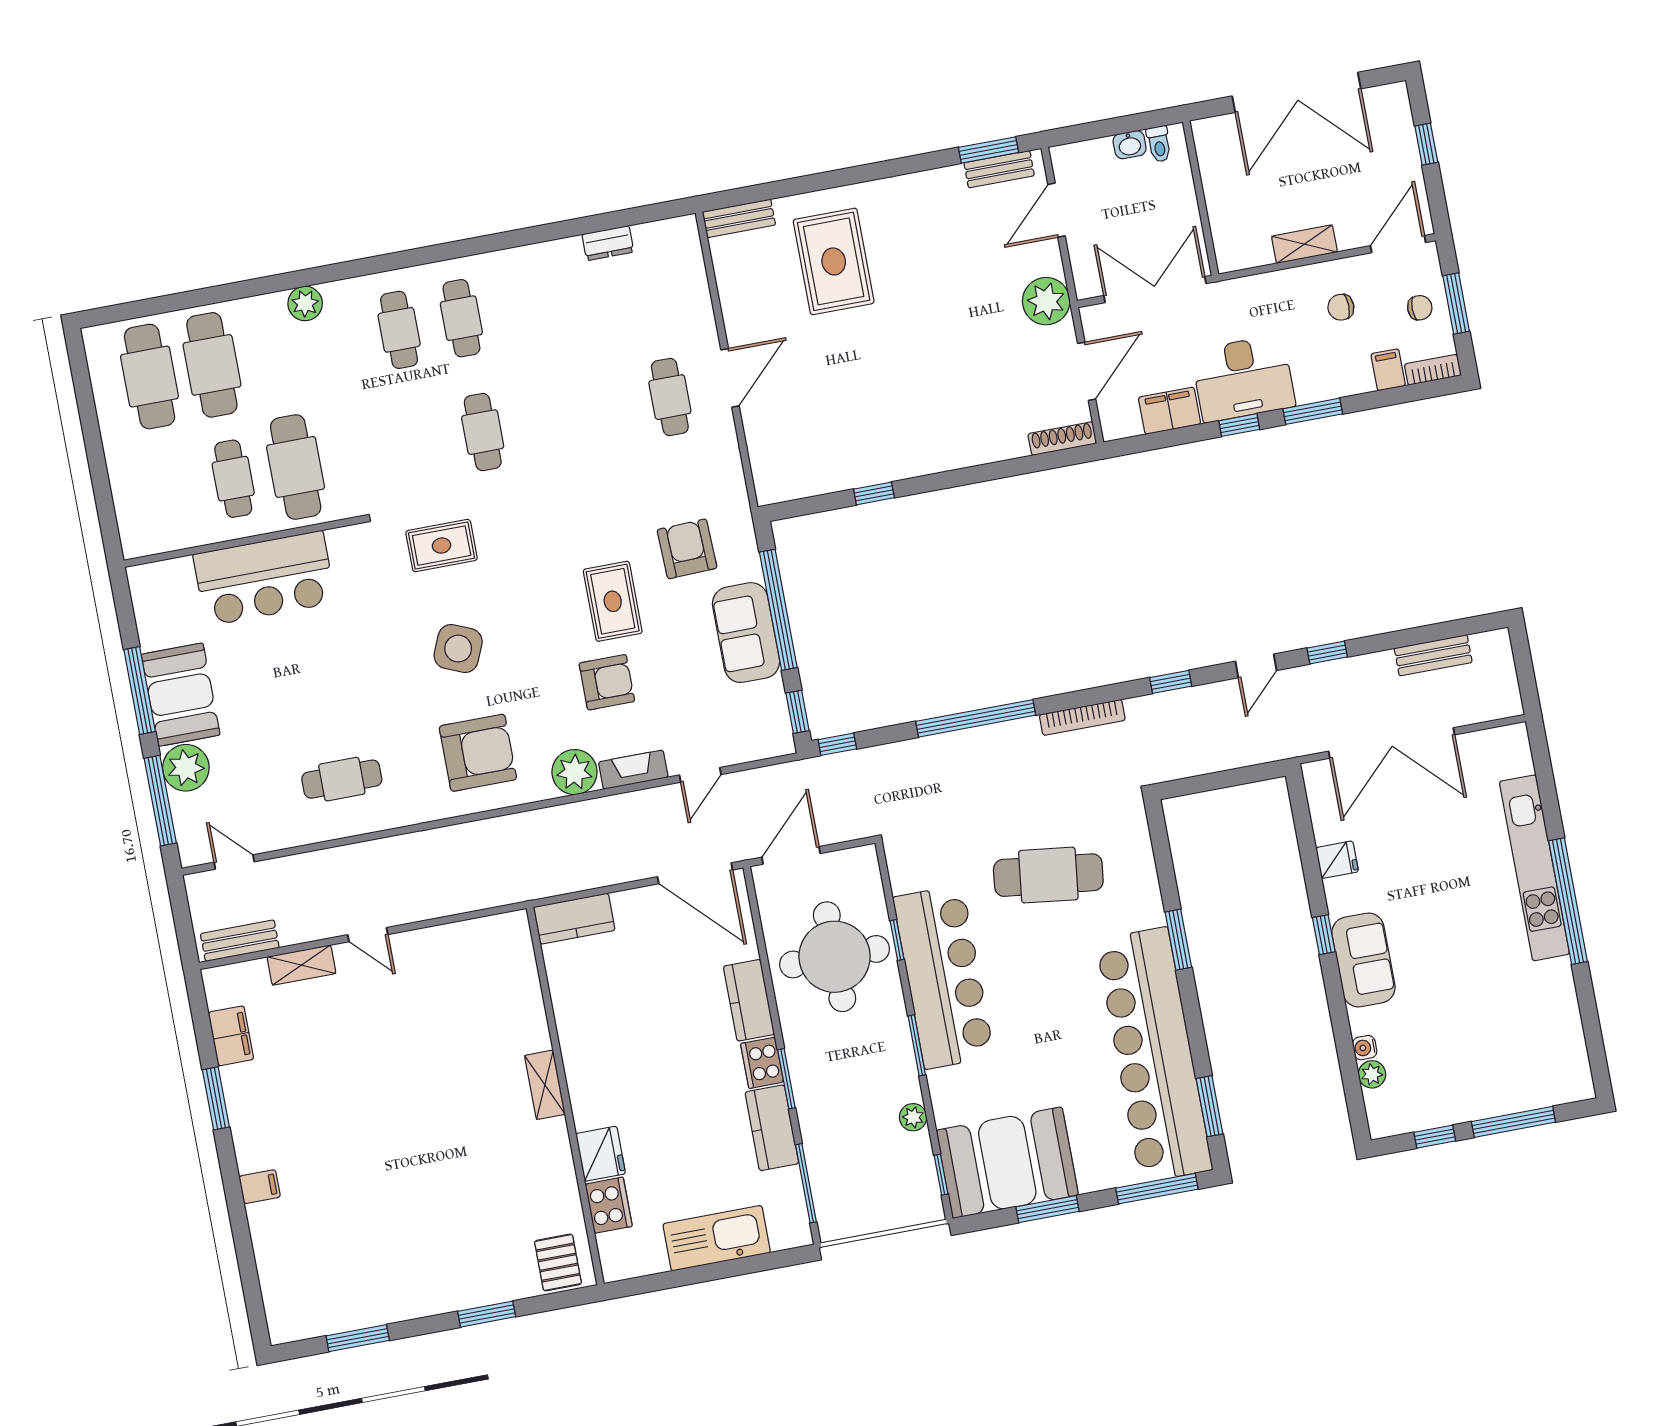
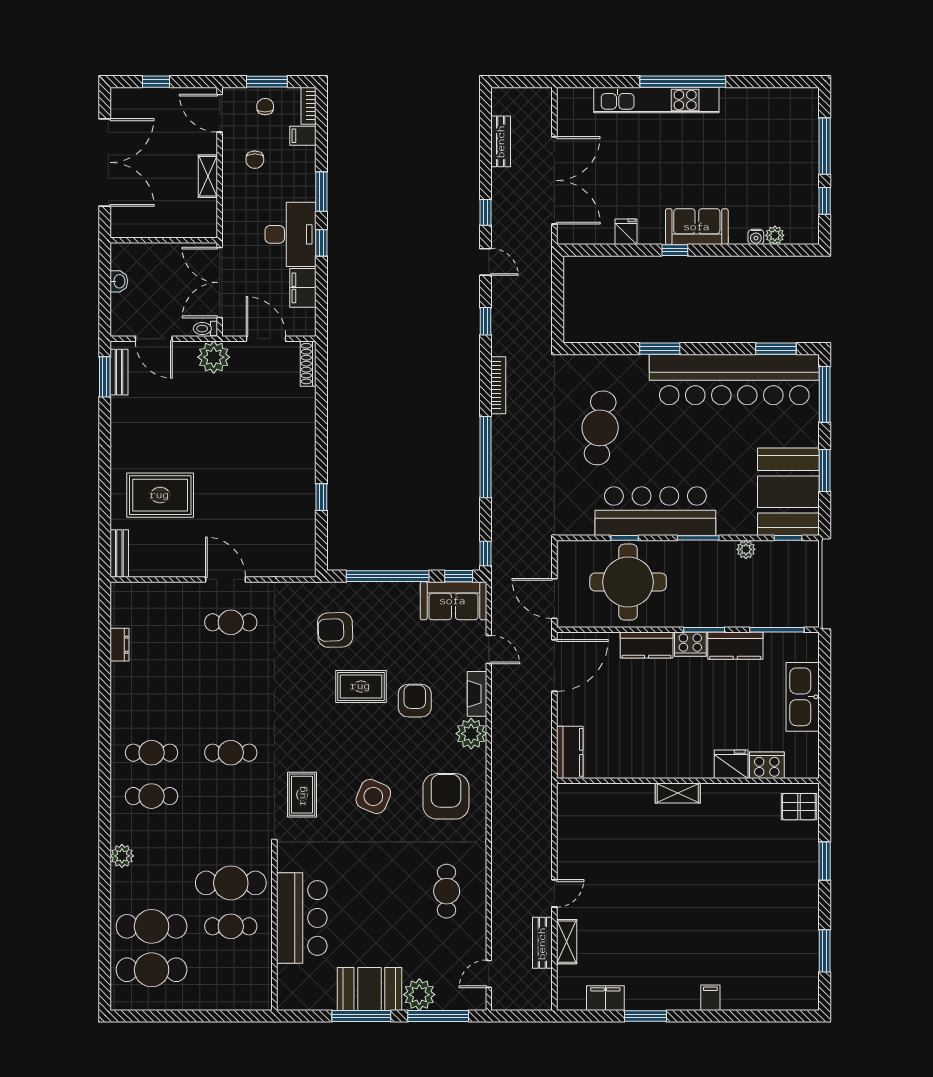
toilet: (1159, 144) -> (205, 329), moved, turned 180
sofa: (746, 633) -> (453, 601), moved
bench: (240, 941) -> (542, 943), moved

